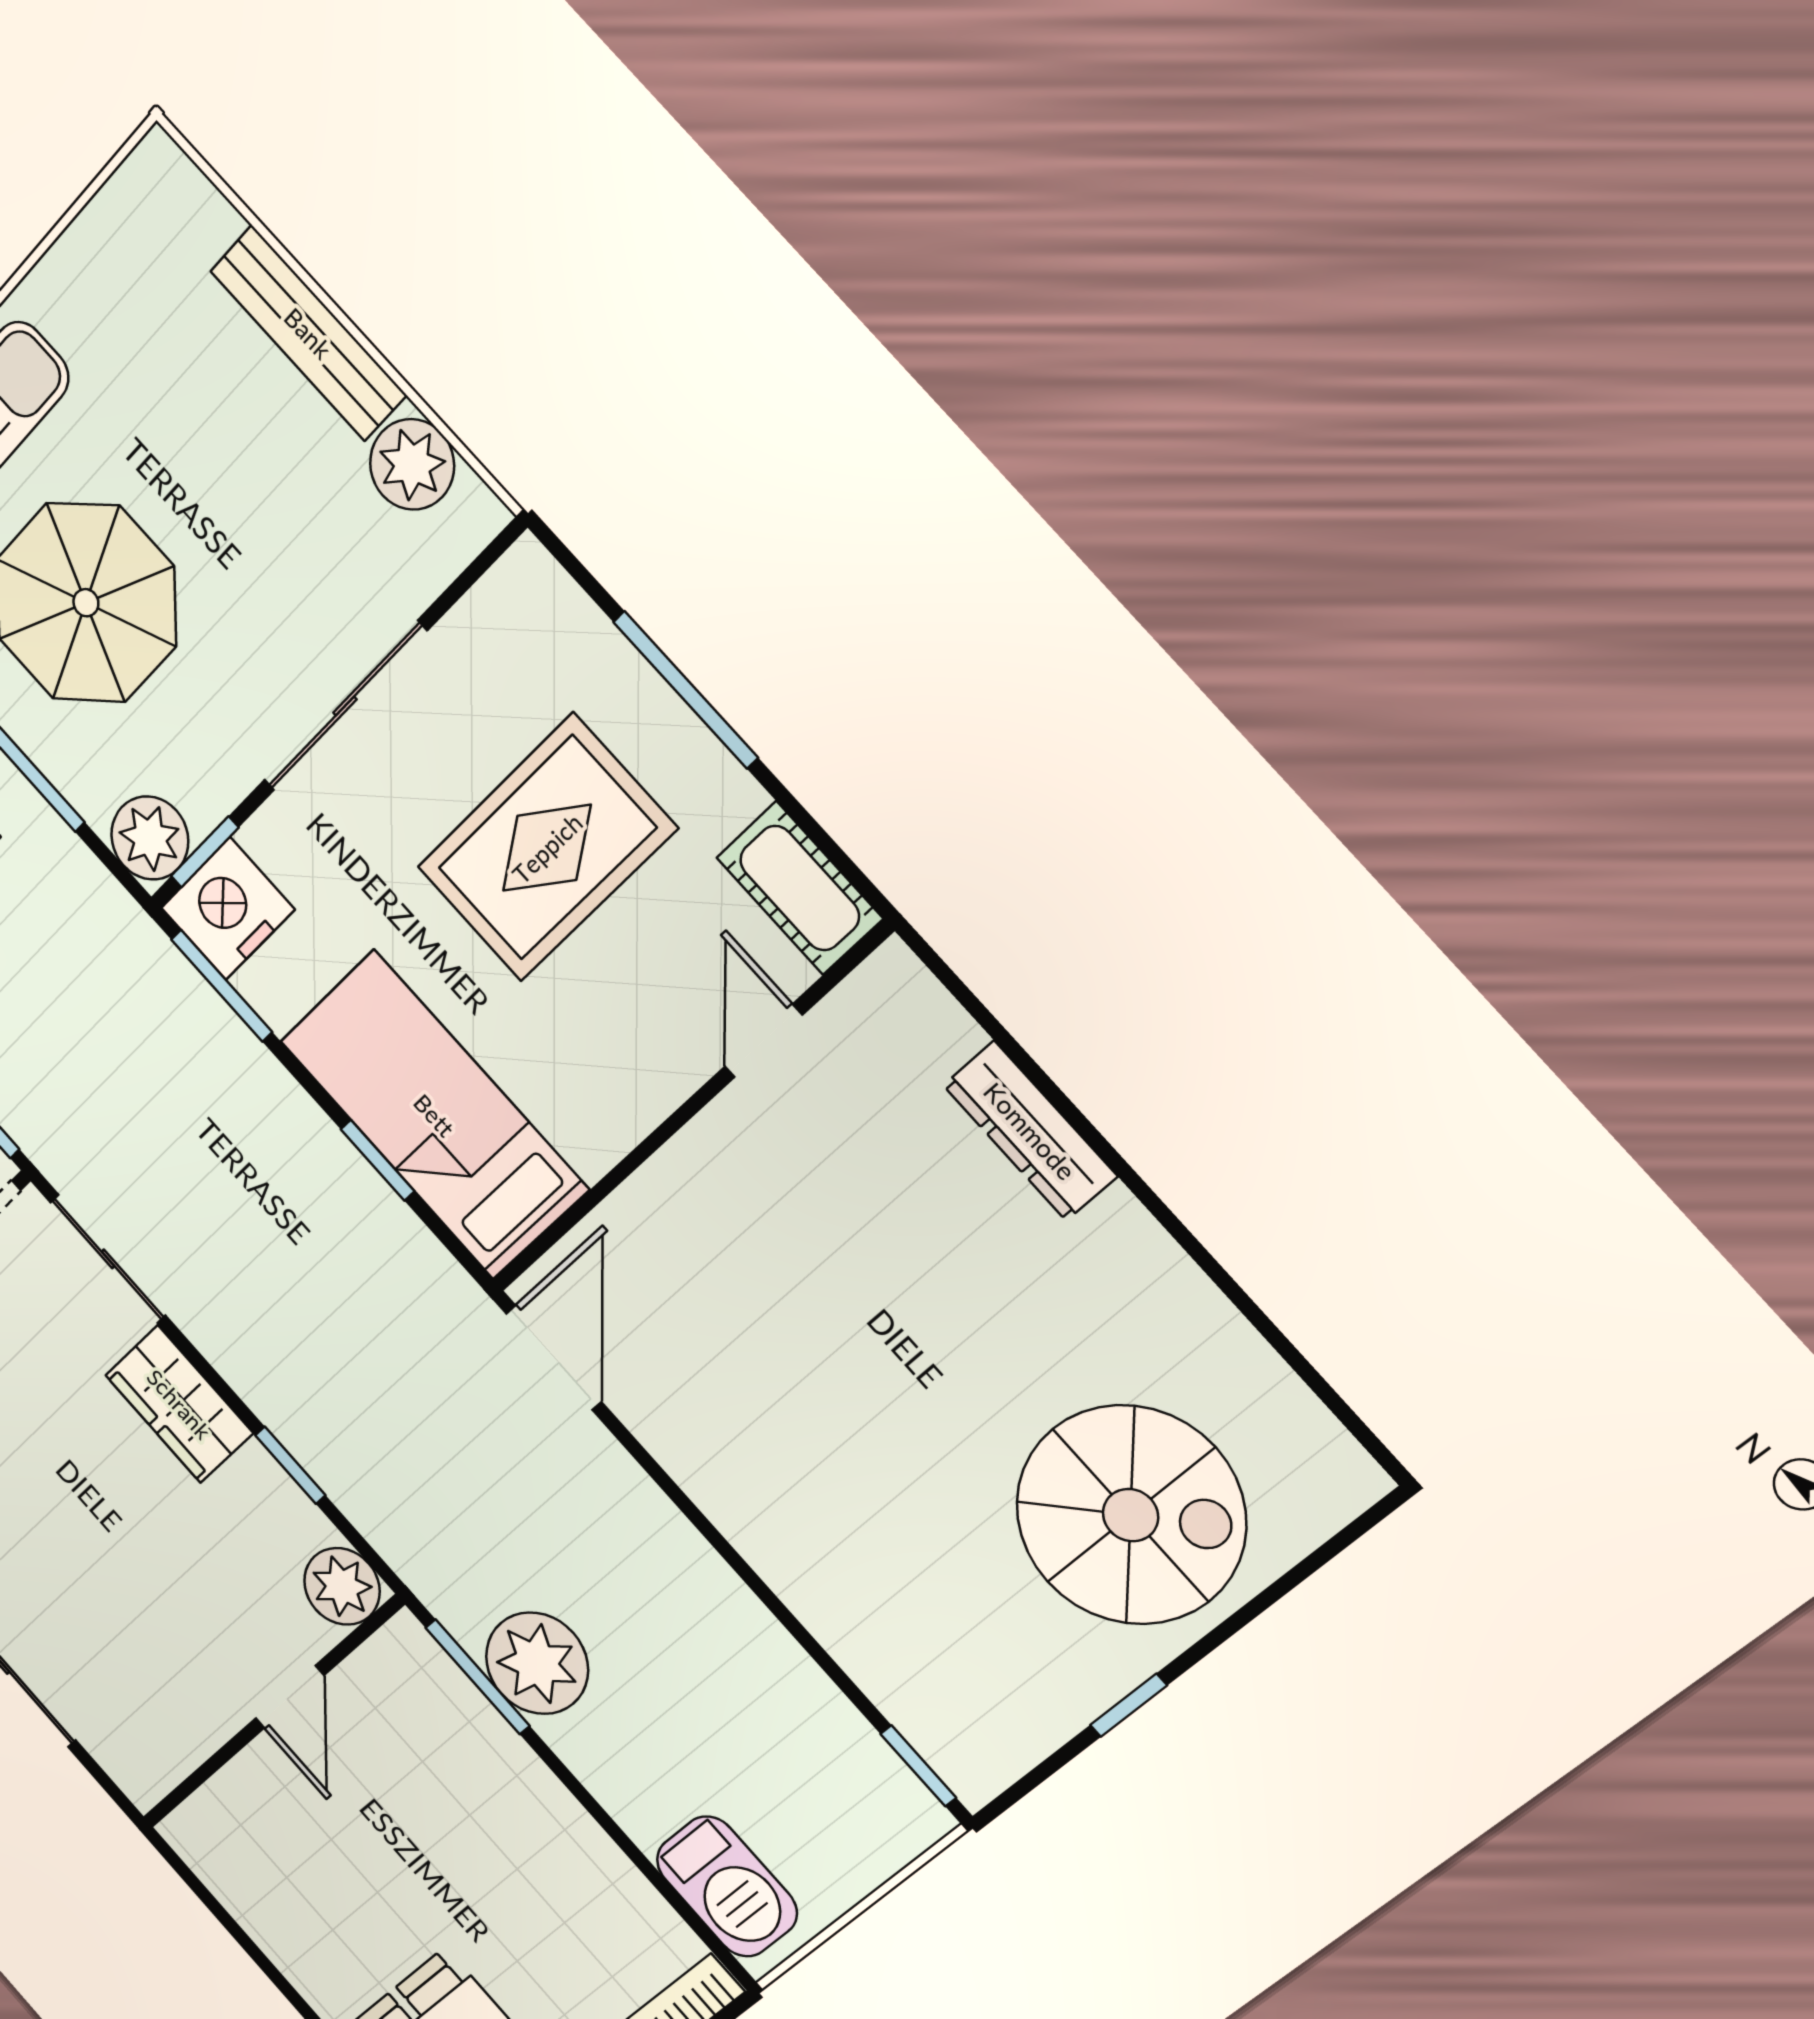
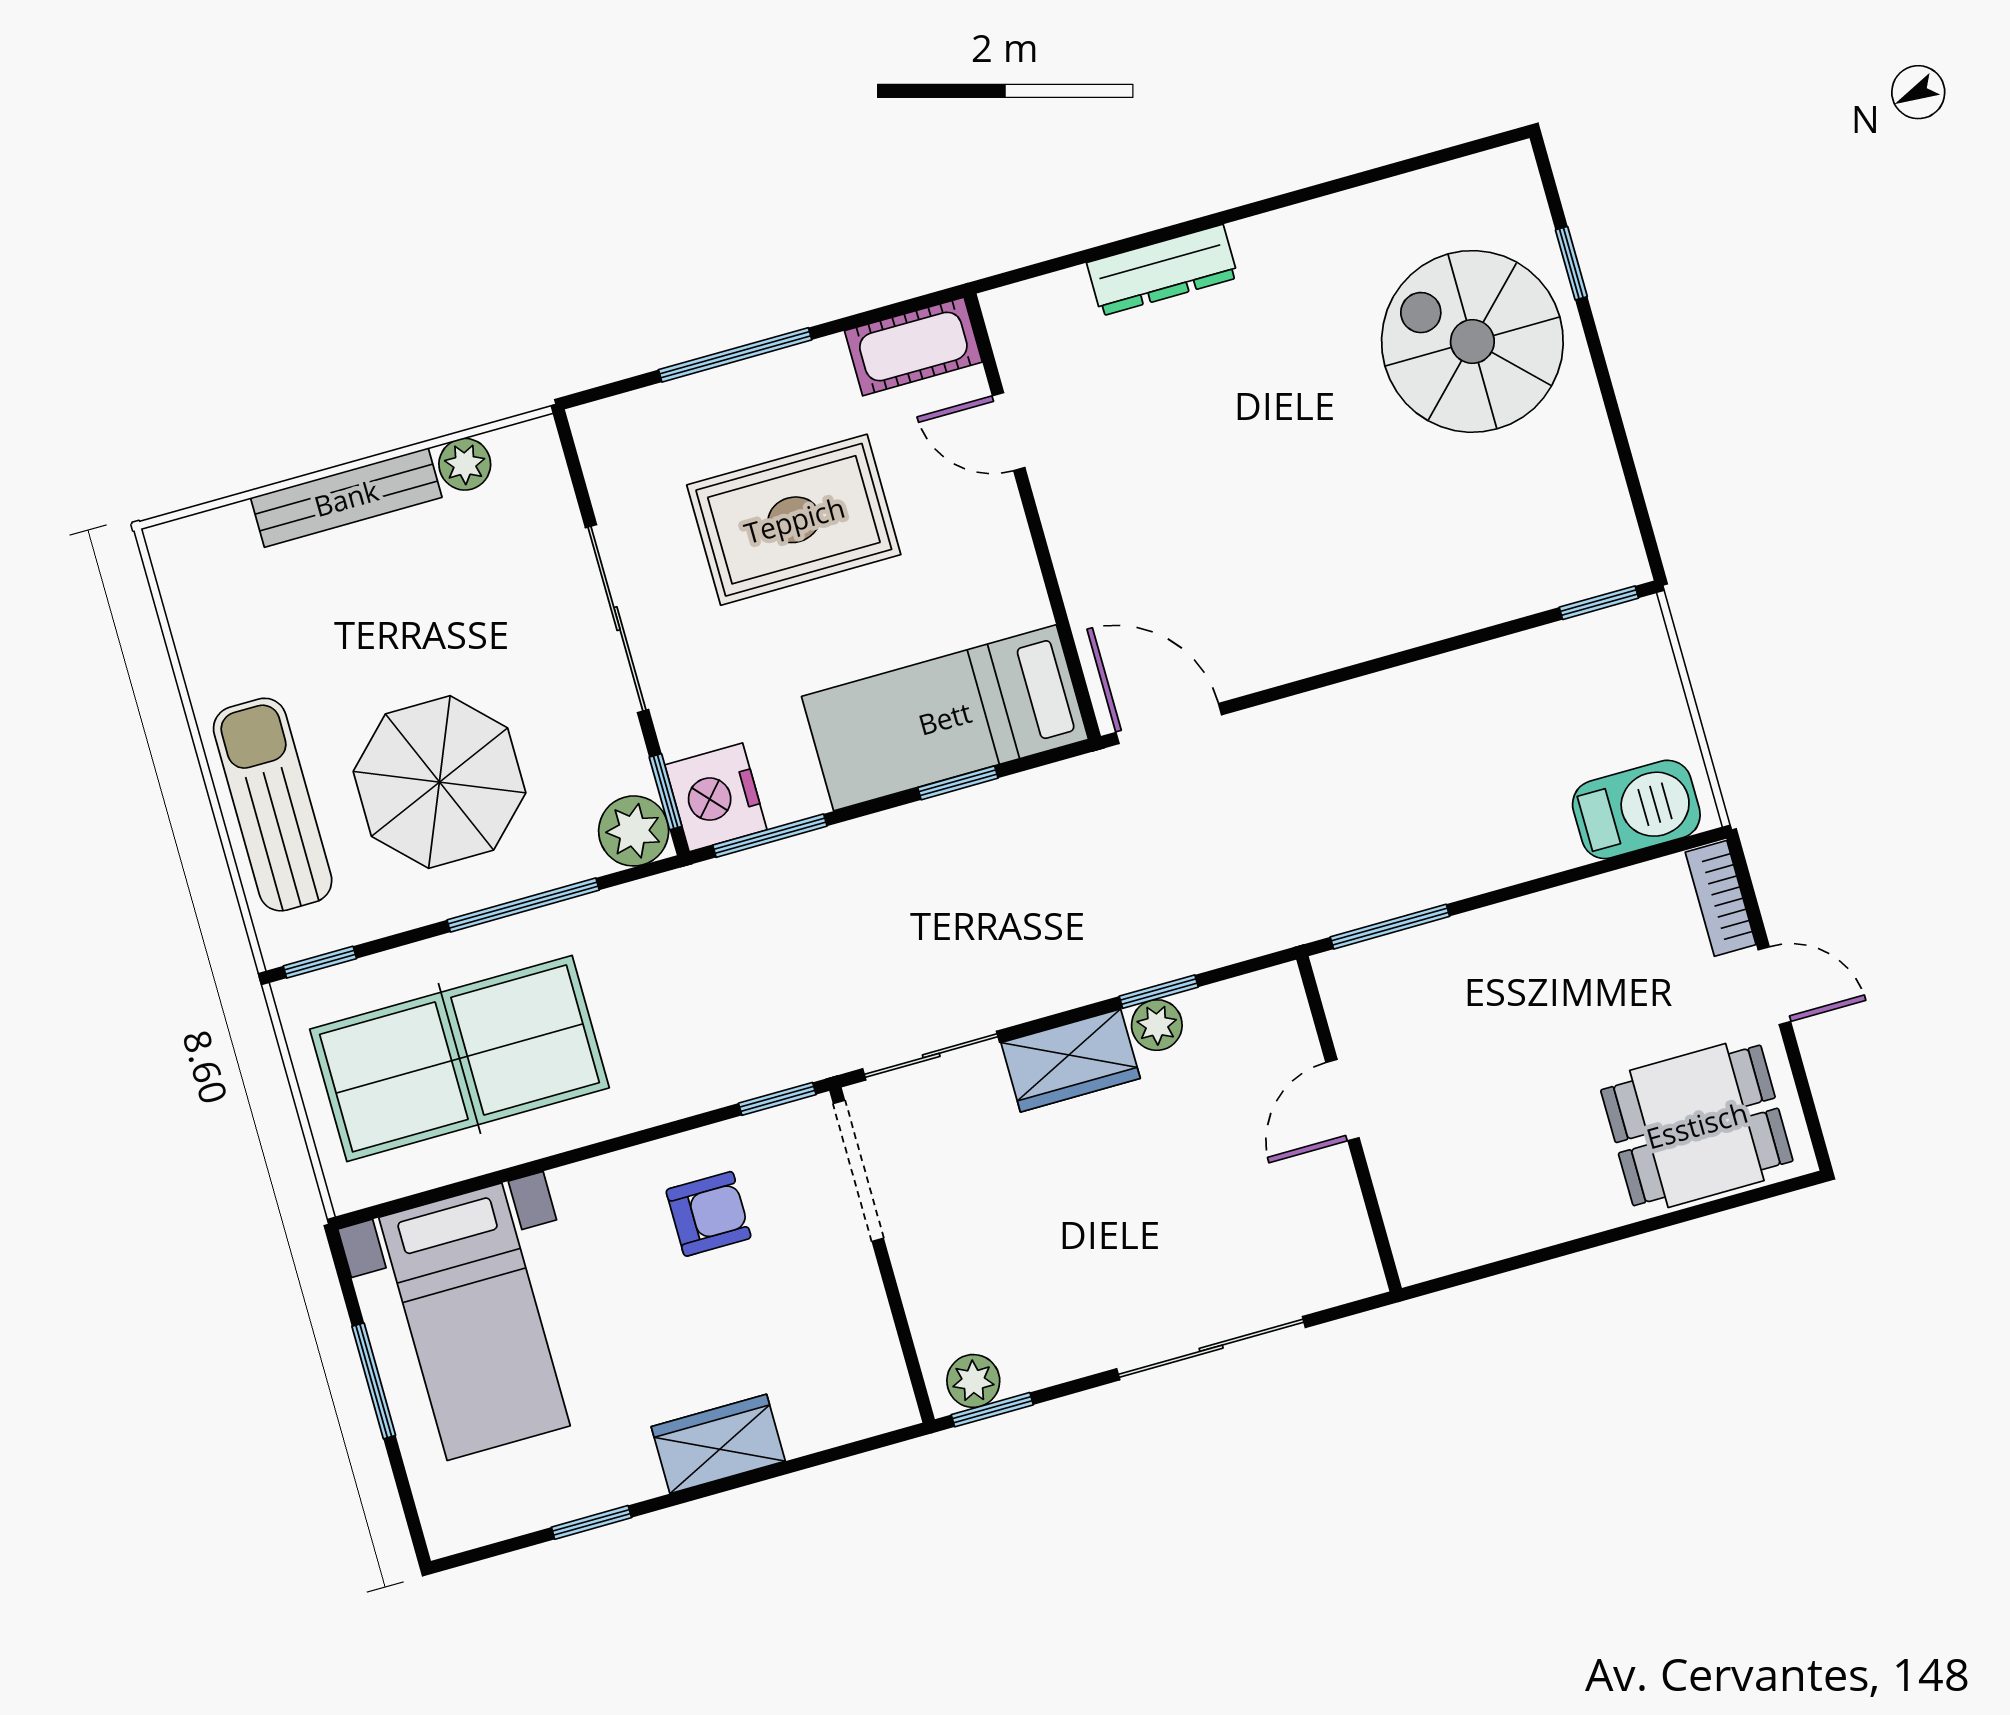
plant: (412, 464) -> (465, 464), width x0.73, depth x0.73
rug: (547, 848) -> (794, 520), turned 90
spiral stairs: (1131, 1515) -> (1472, 341), turned -90
plant: (342, 1586) -> (1157, 1025), moved, width x0.73, depth x0.73
plant: (537, 1663) -> (1399, 870), removed
door: (290, 1697) -> (1342, 1100), swing flipped
window: (1129, 1705) -> (1571, 263), moved

